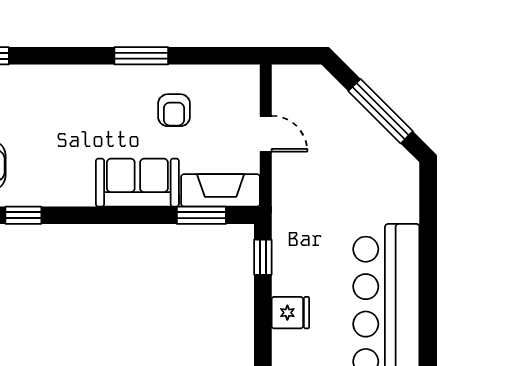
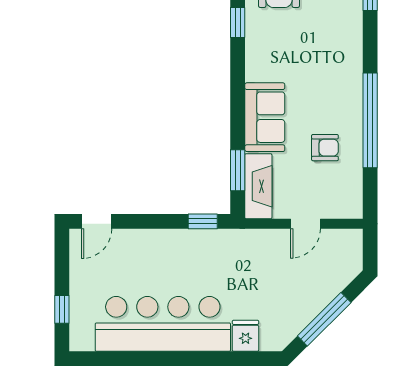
window: (141, 56) -> (370, 120), width x2.11
armchair: (174, 110) -> (325, 148), turned 180
fridge: (290, 313) -> (246, 336), moved, turned 180

